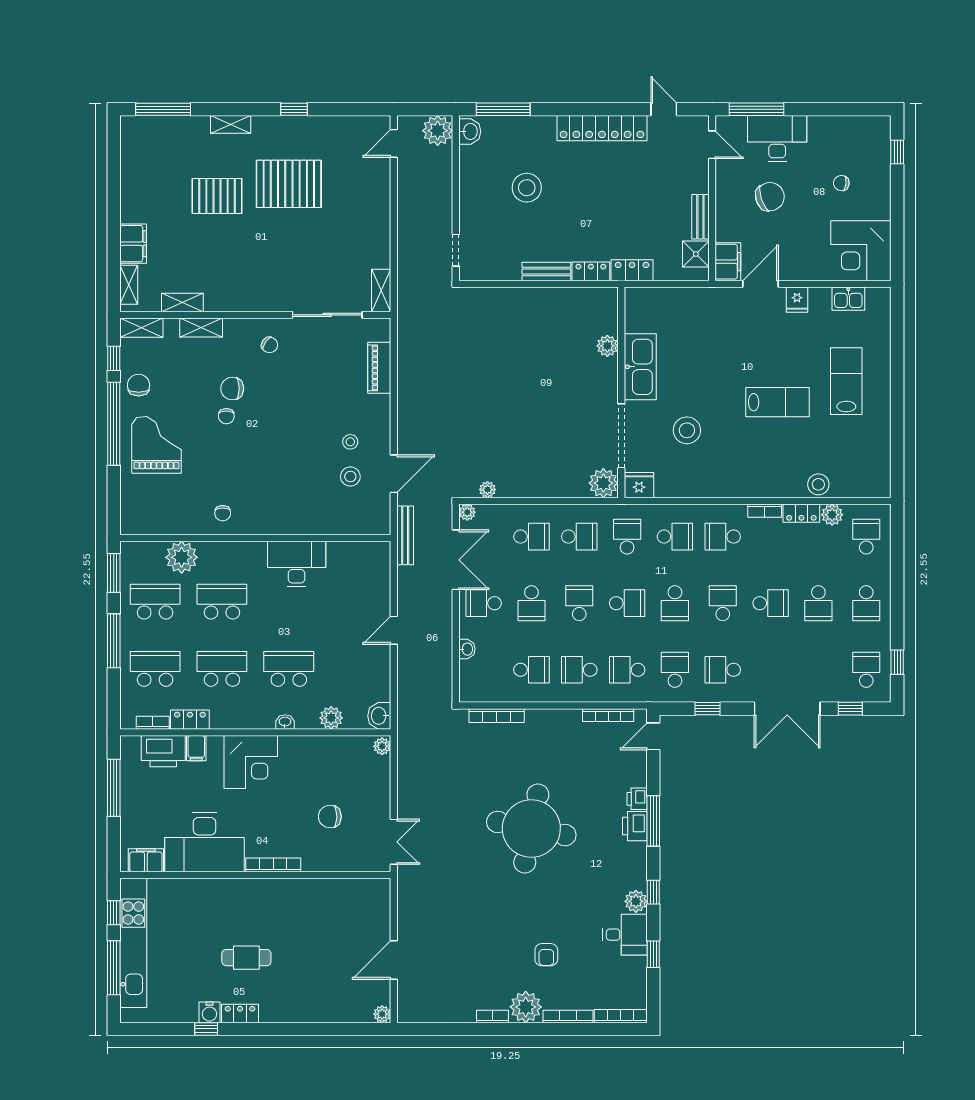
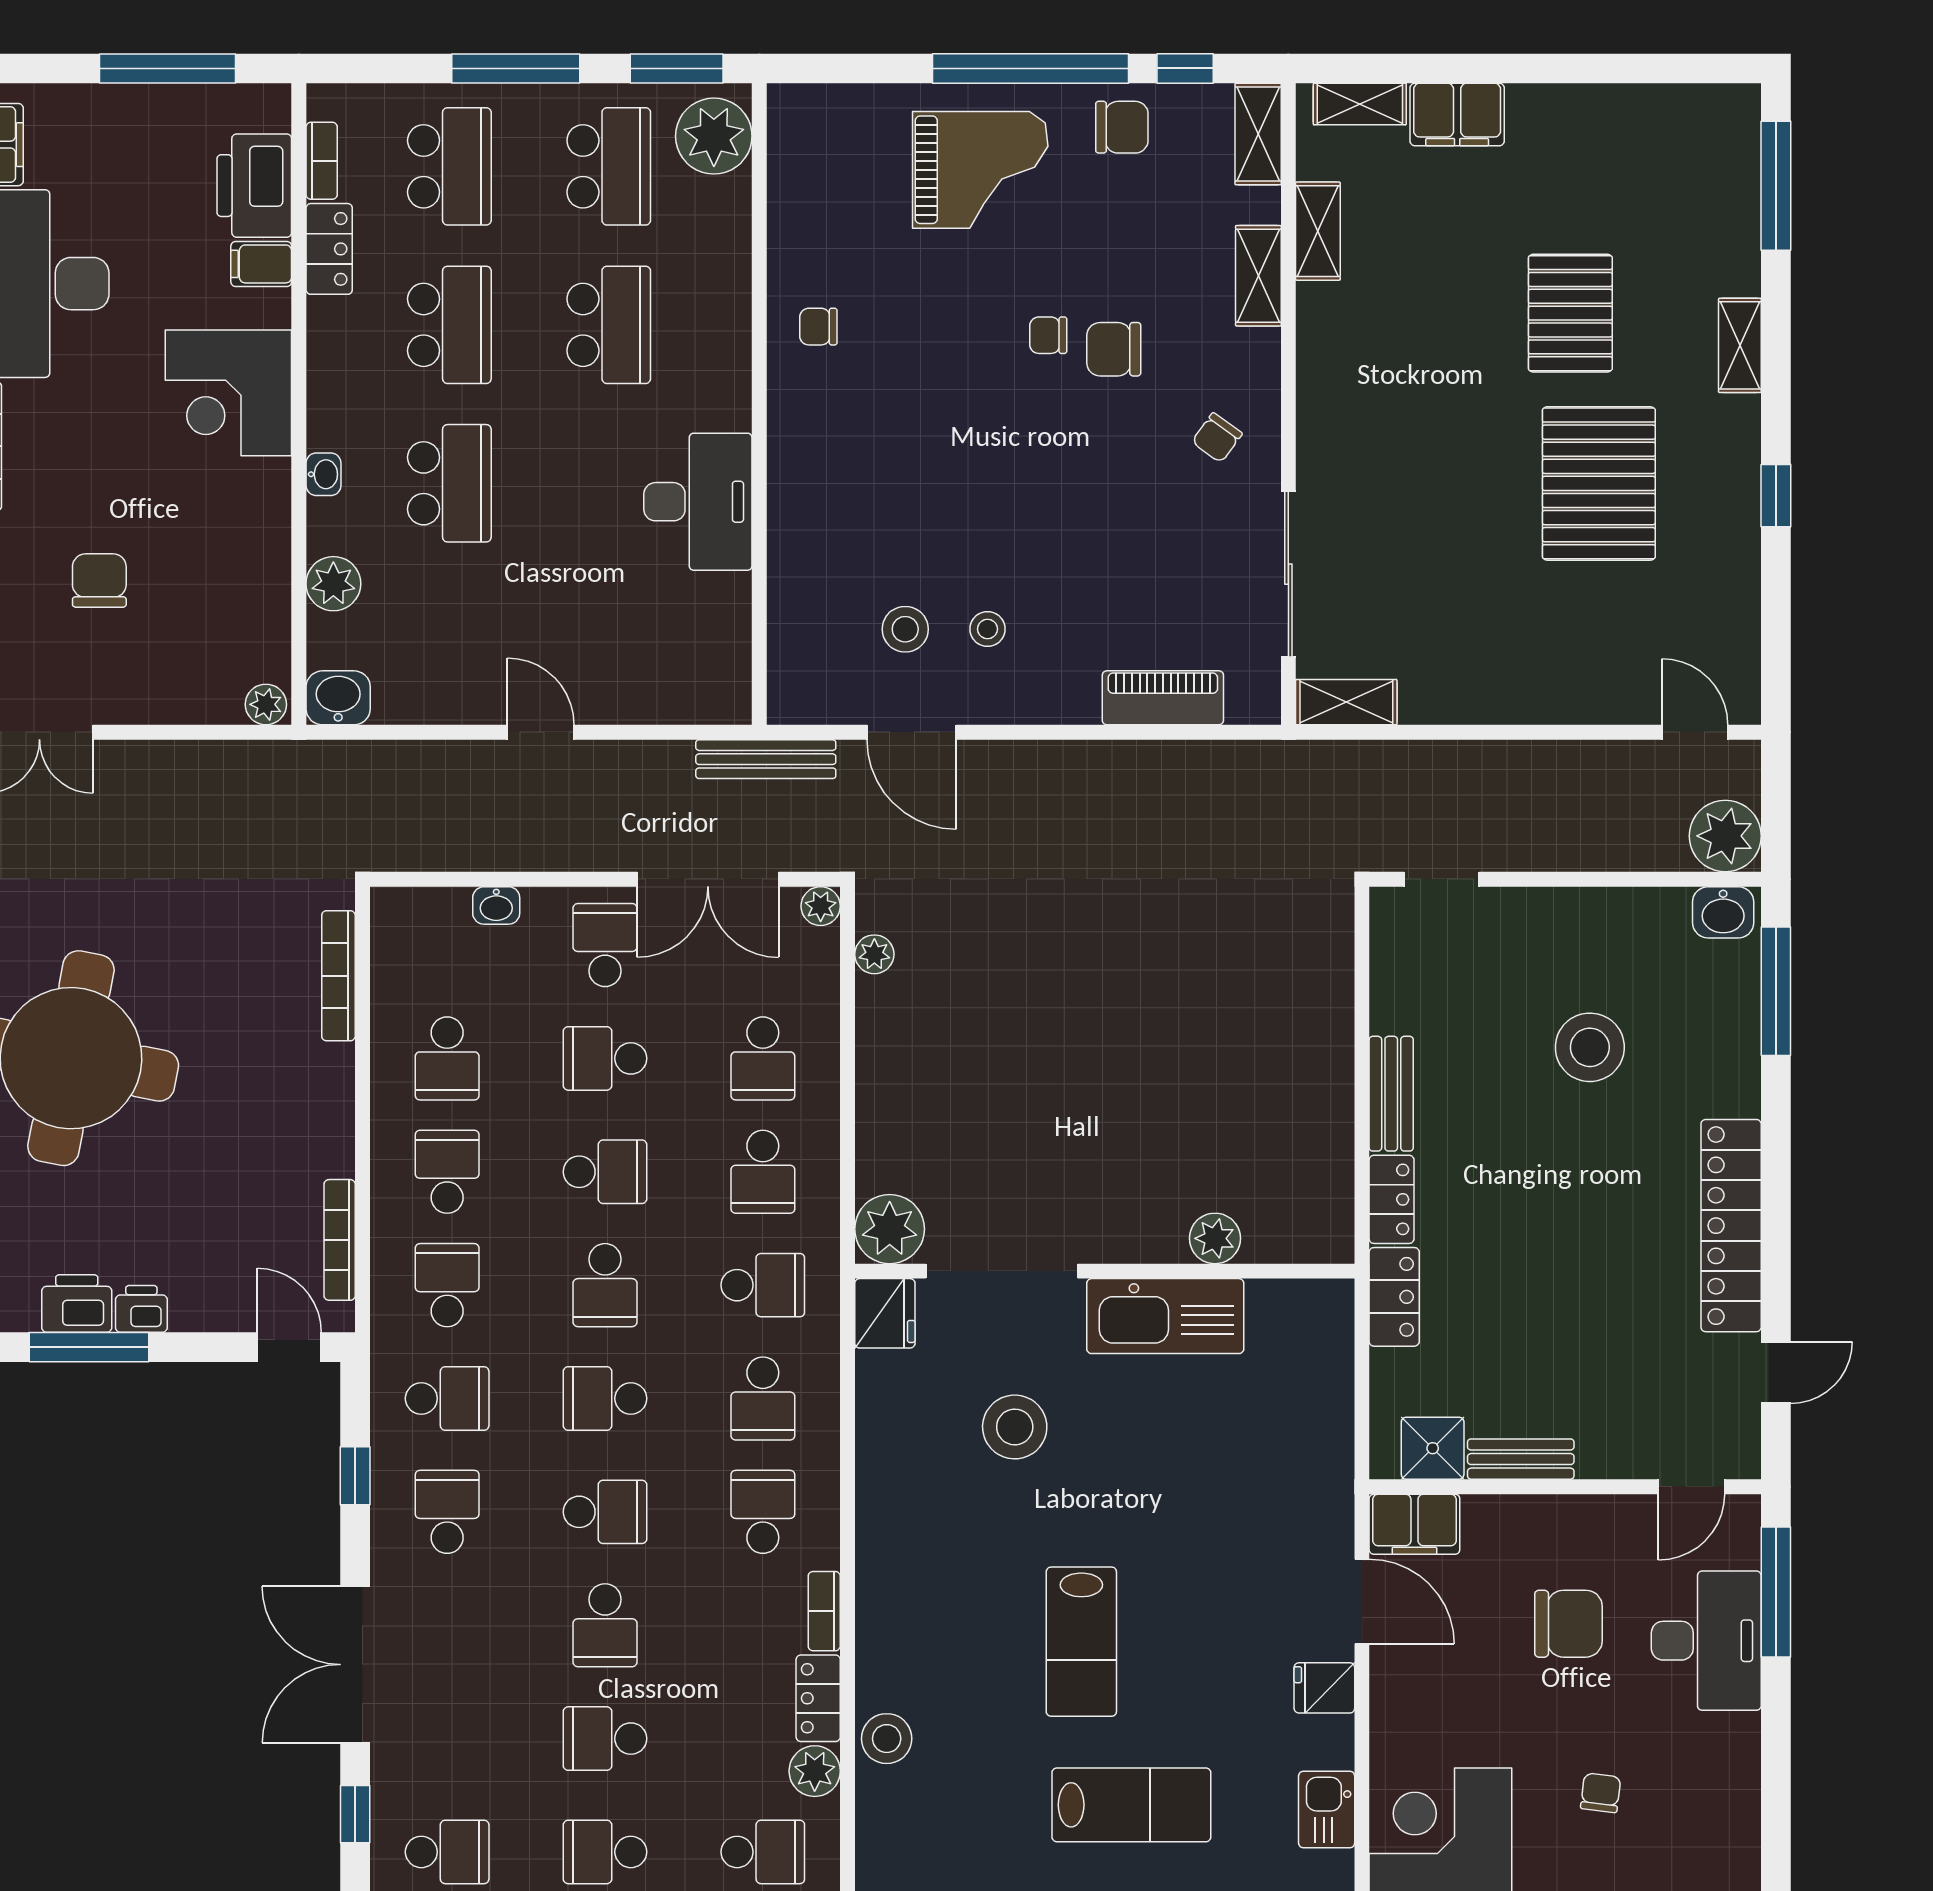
chair: (770, 197) -> (1569, 1624), turned -71
chair: (232, 389) -> (1114, 349), turned -90
plant: (182, 557) -> (714, 136), moved

